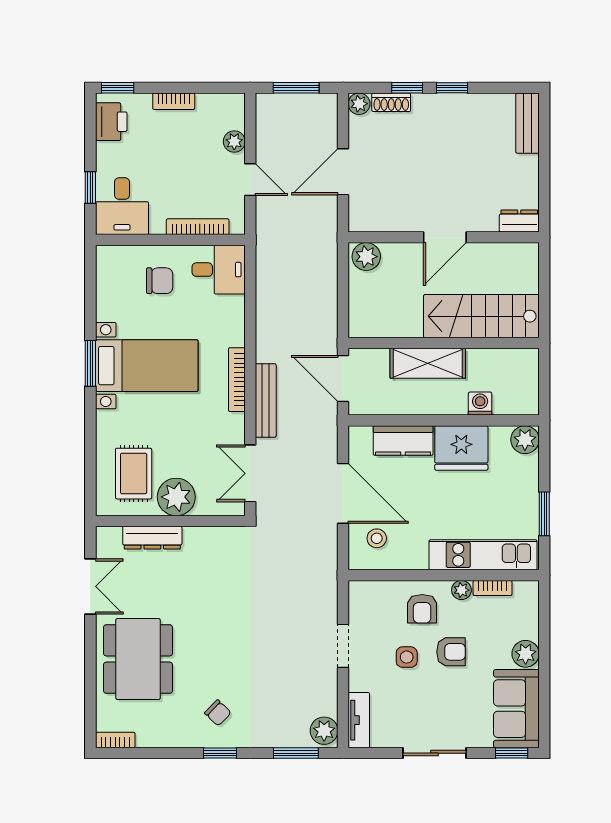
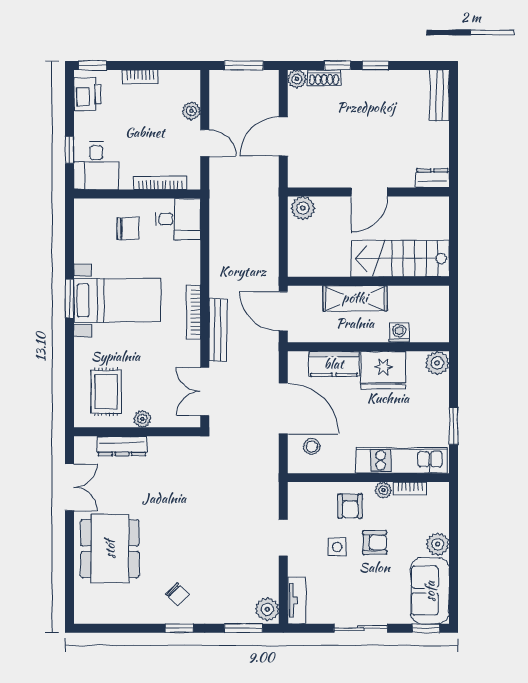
plant: (176, 497) -> (142, 419), width x0.53, depth x0.53
bookcase: (115, 740) -> (91, 617), removed

